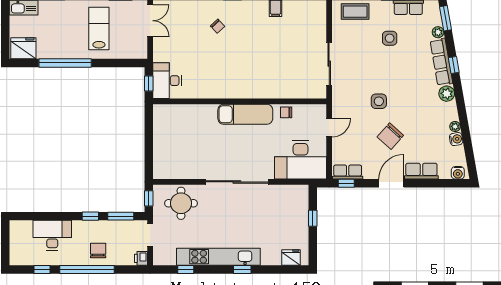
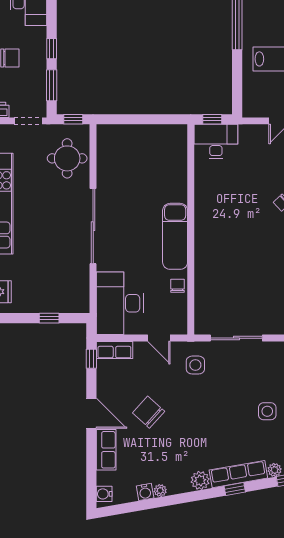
side table: (379, 101) -> (195, 365), moved
row of seats: (348, 172) -> (114, 350), moved, turned 90

